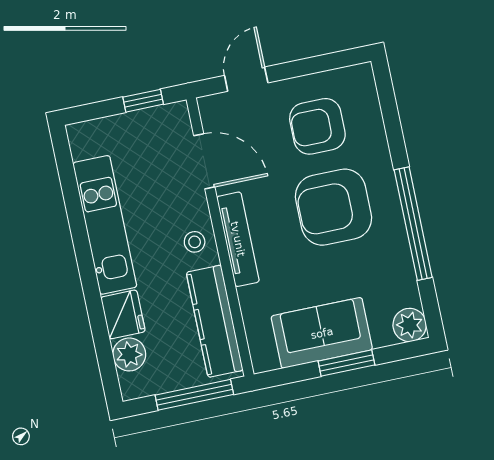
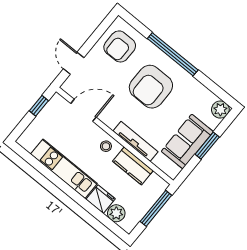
armchair: (317, 126) -> (120, 46), moved
window: (413, 224) -> (173, 54), moved
tv unit: (238, 239) -> (135, 141), moved
kitchen counter: (215, 321) -> (133, 166), width x0.67

